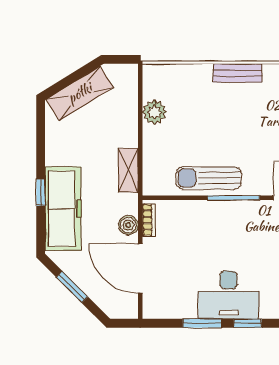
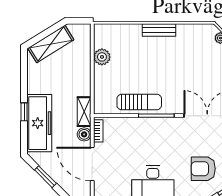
shelving: (128, 170) -> (84, 112), moved
sun lounger: (209, 178) -> (139, 102), turned 180

